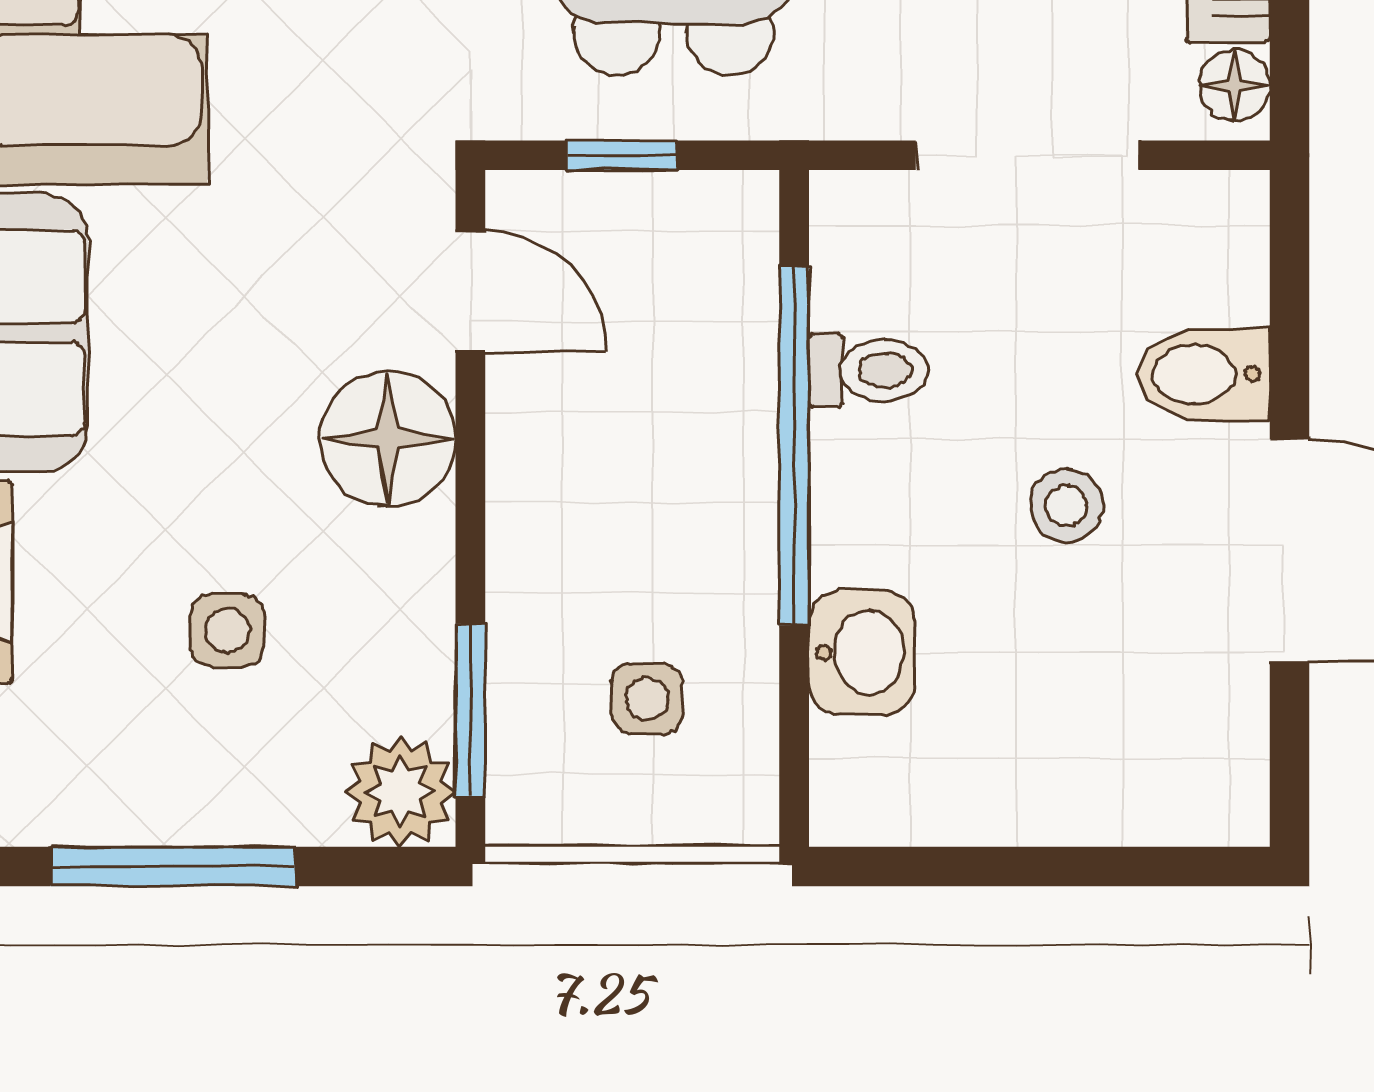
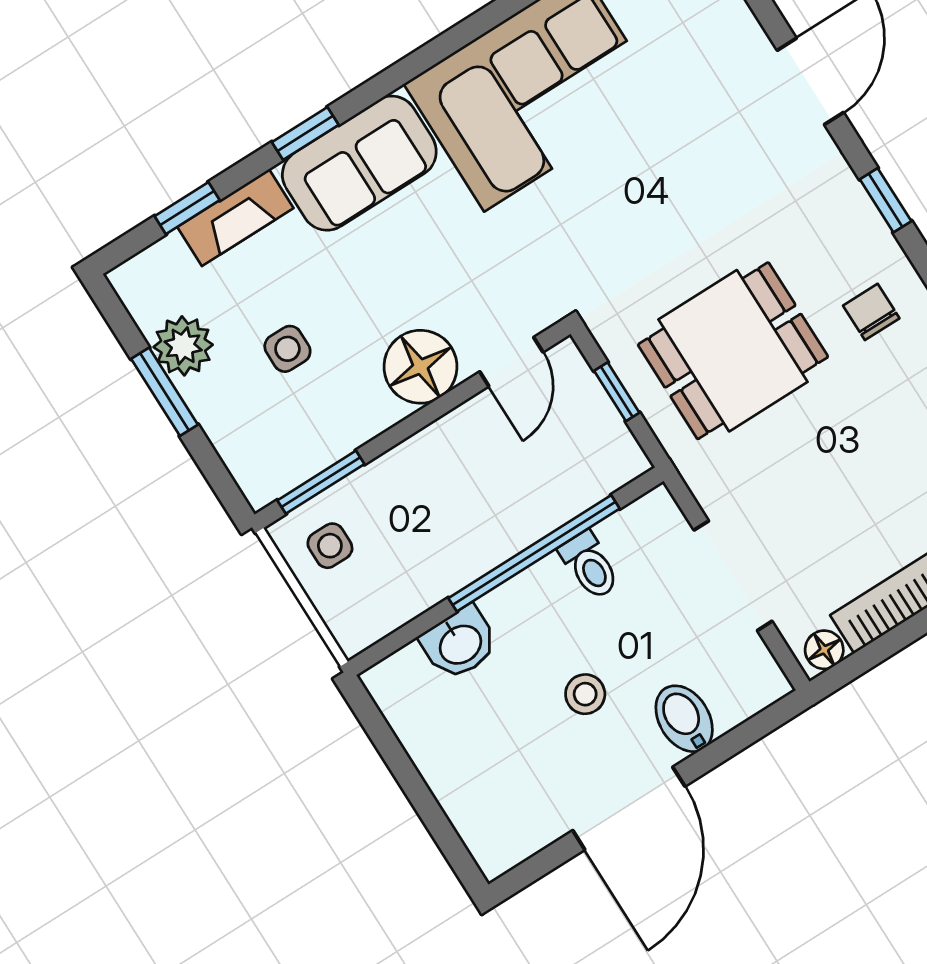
side table: (647, 699) -> (330, 546), moved
plant: (400, 792) -> (183, 346), moved
window: (173, 866) -> (164, 392), width x0.69

